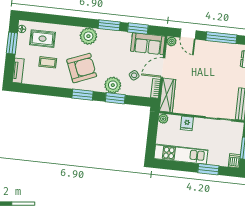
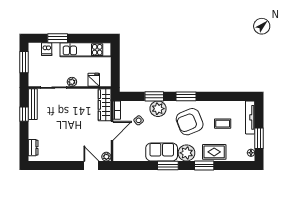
window: (138, 28) -> (204, 166), moved
window: (221, 38) -> (59, 166), removed
rug: (43, 39) -> (214, 152), moved
sofa: (148, 44) -> (162, 152), moved
tv unit: (18, 71) -> (250, 117), width x1.41
plant: (163, 119) -> (72, 82), moved
fridge: (187, 123) -> (94, 80), moved
dishwasher: (234, 161) -> (47, 49), moved

